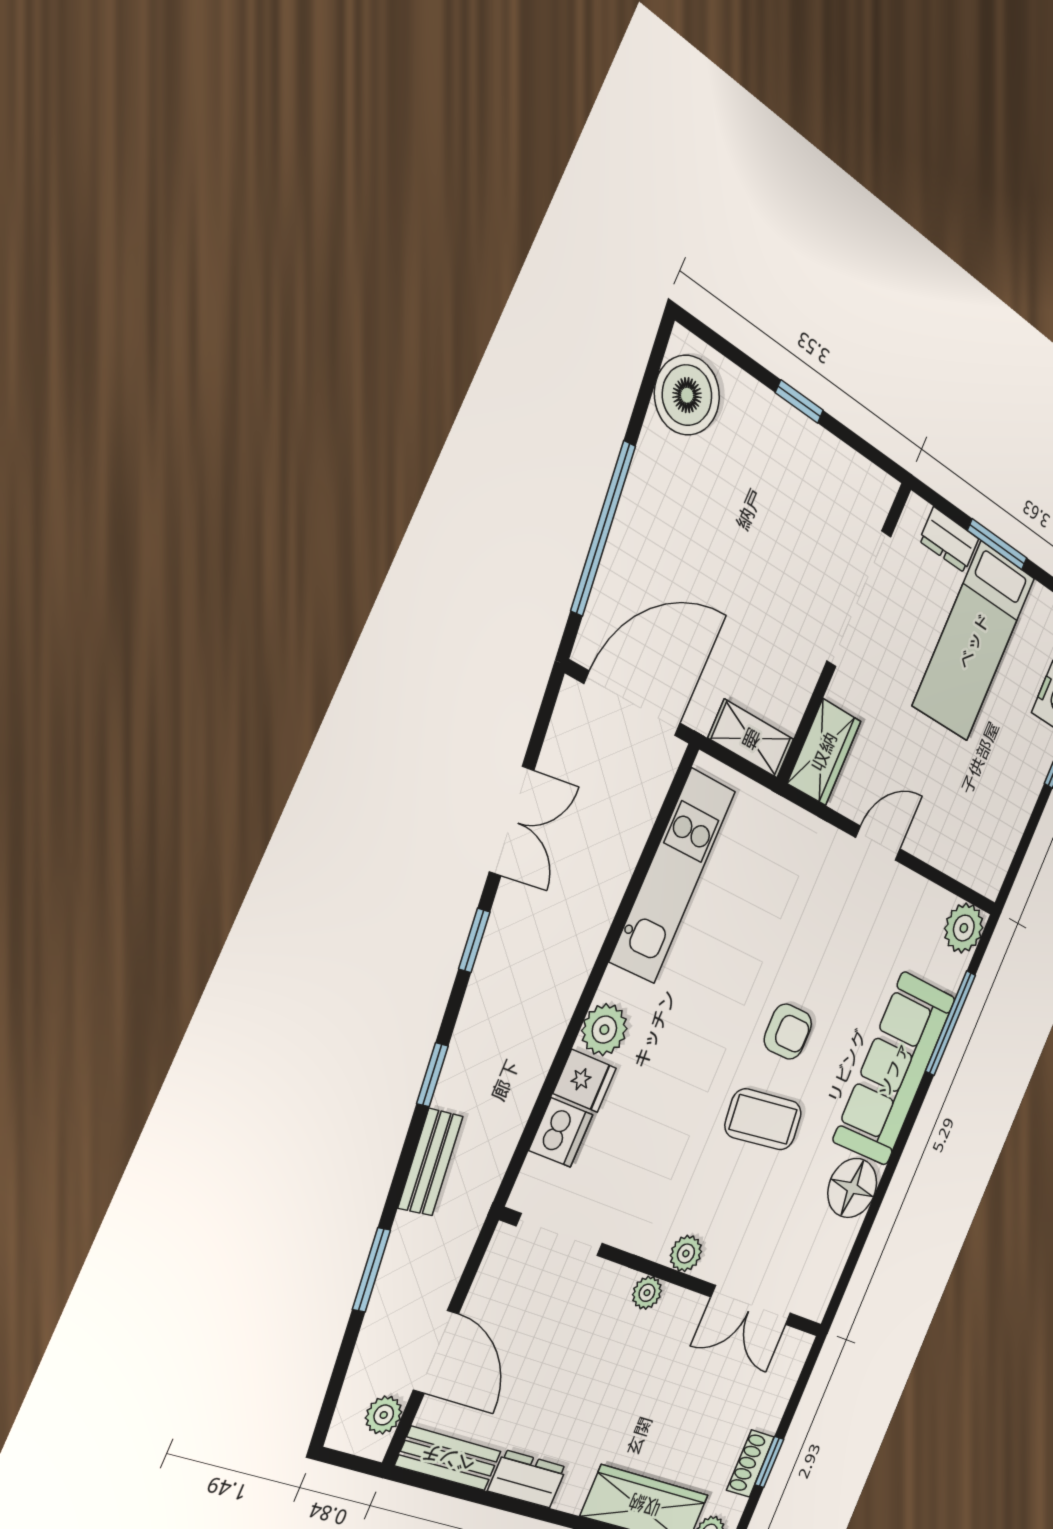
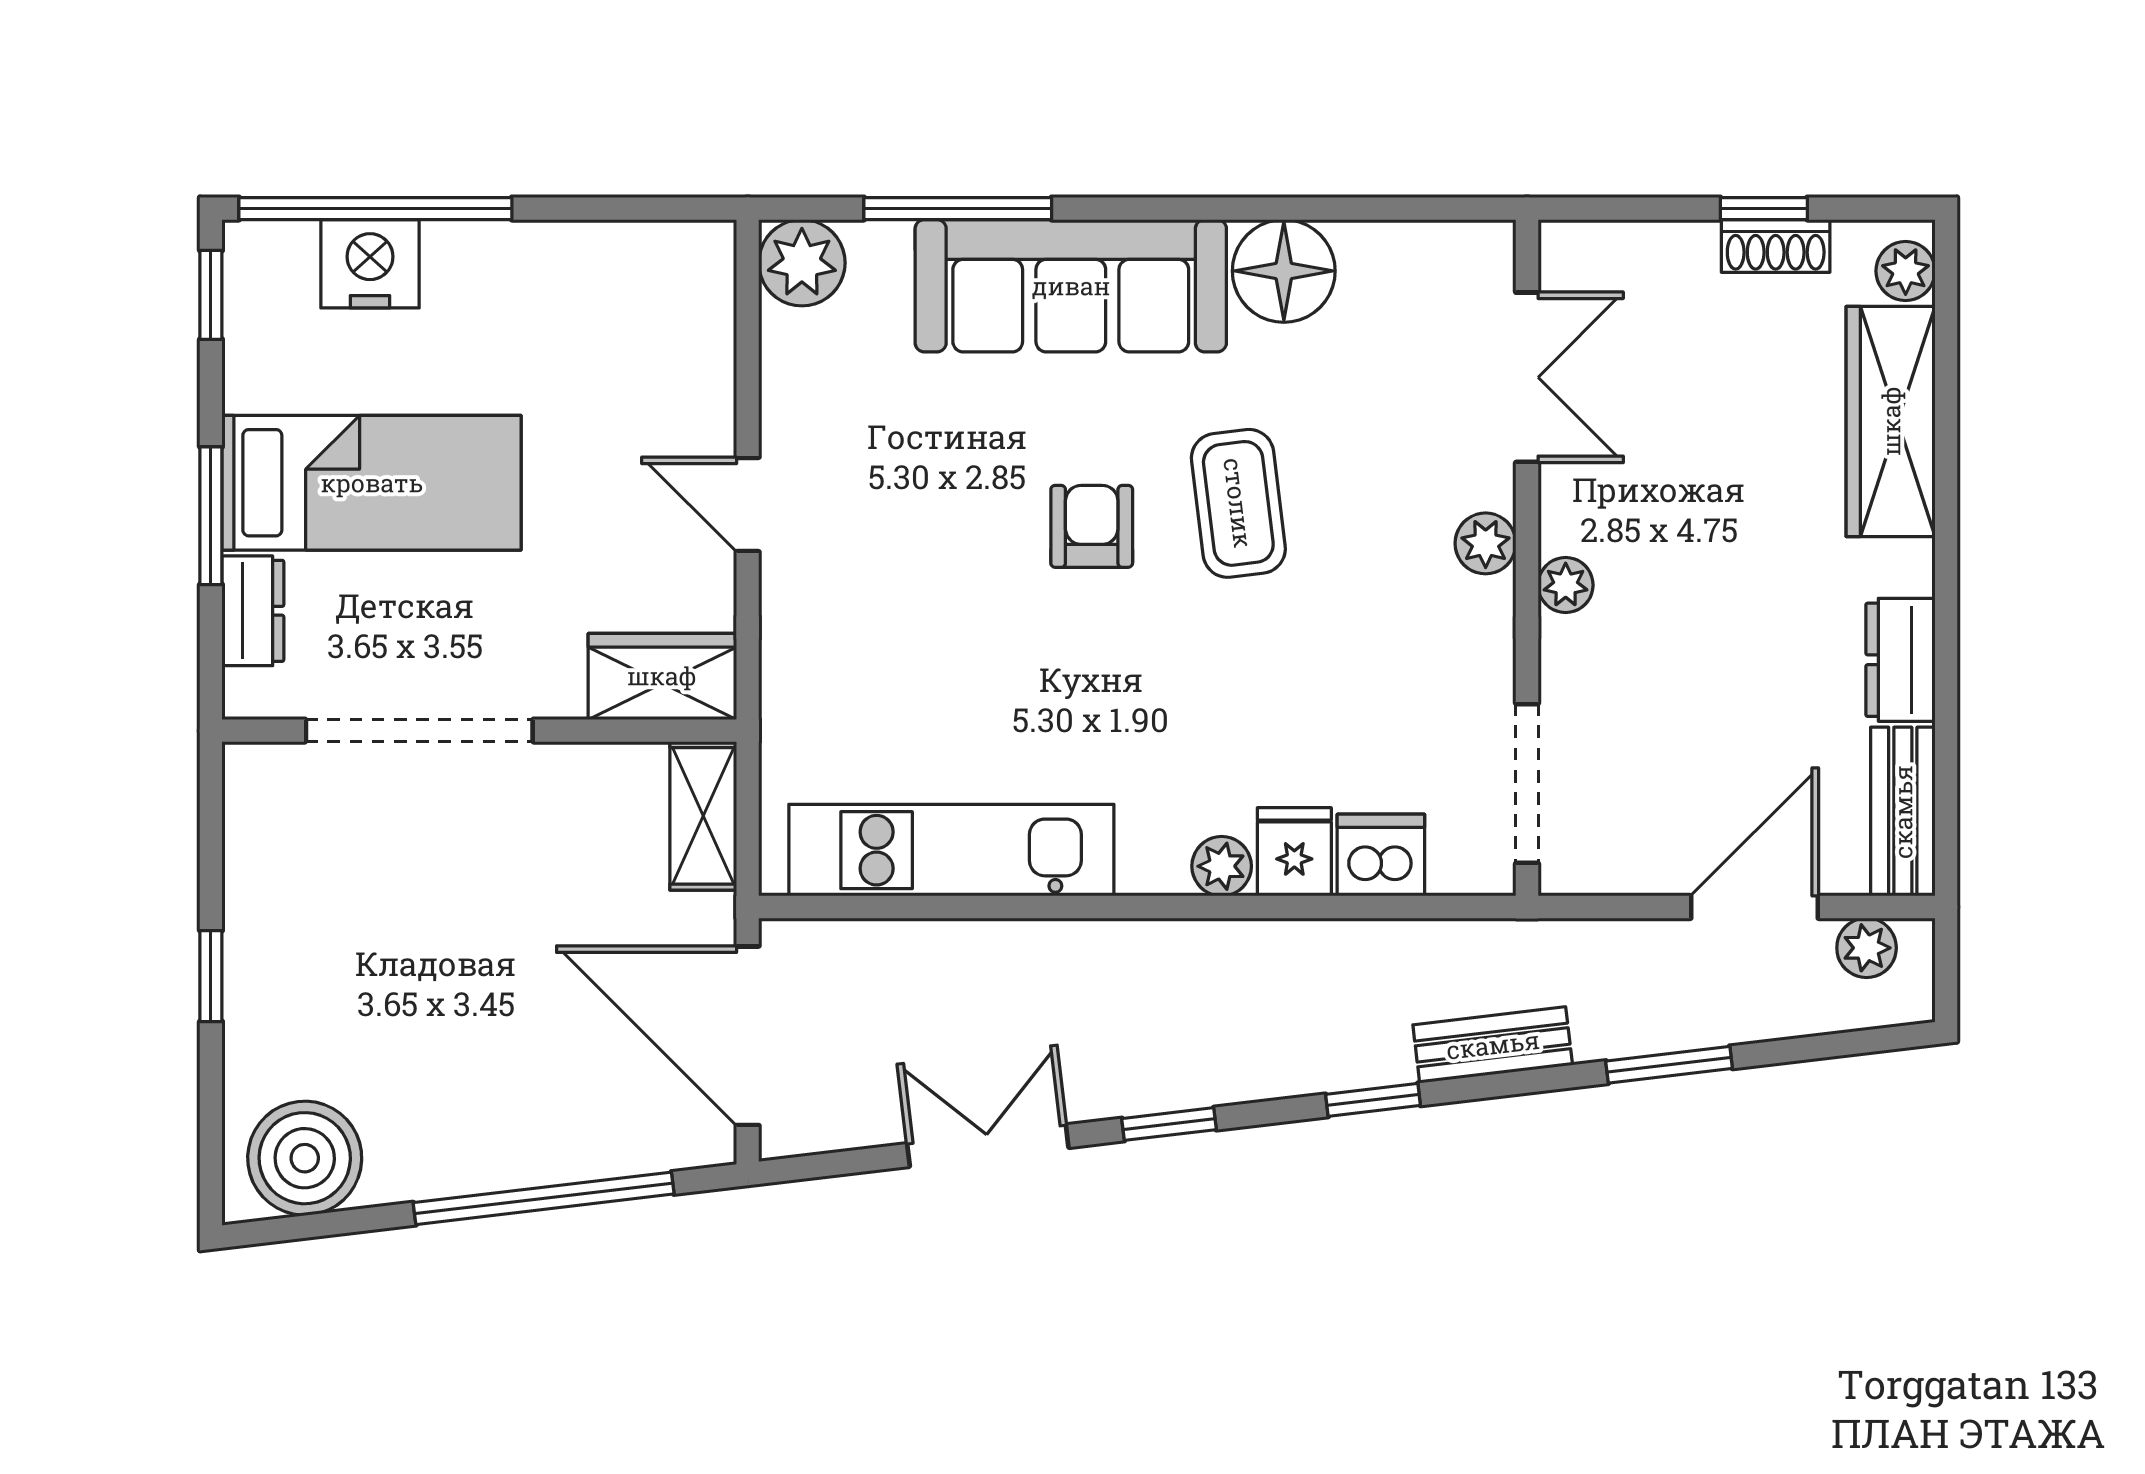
plant: (604, 1030) -> (1222, 866), width x0.73, depth x0.73

